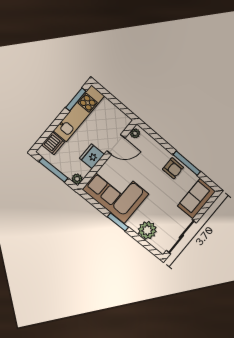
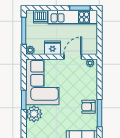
door: (116, 145) -> (73, 57), swing flipped
armchair: (173, 168) -> (88, 107), turned 90
plant: (147, 230) -> (34, 114), moved

